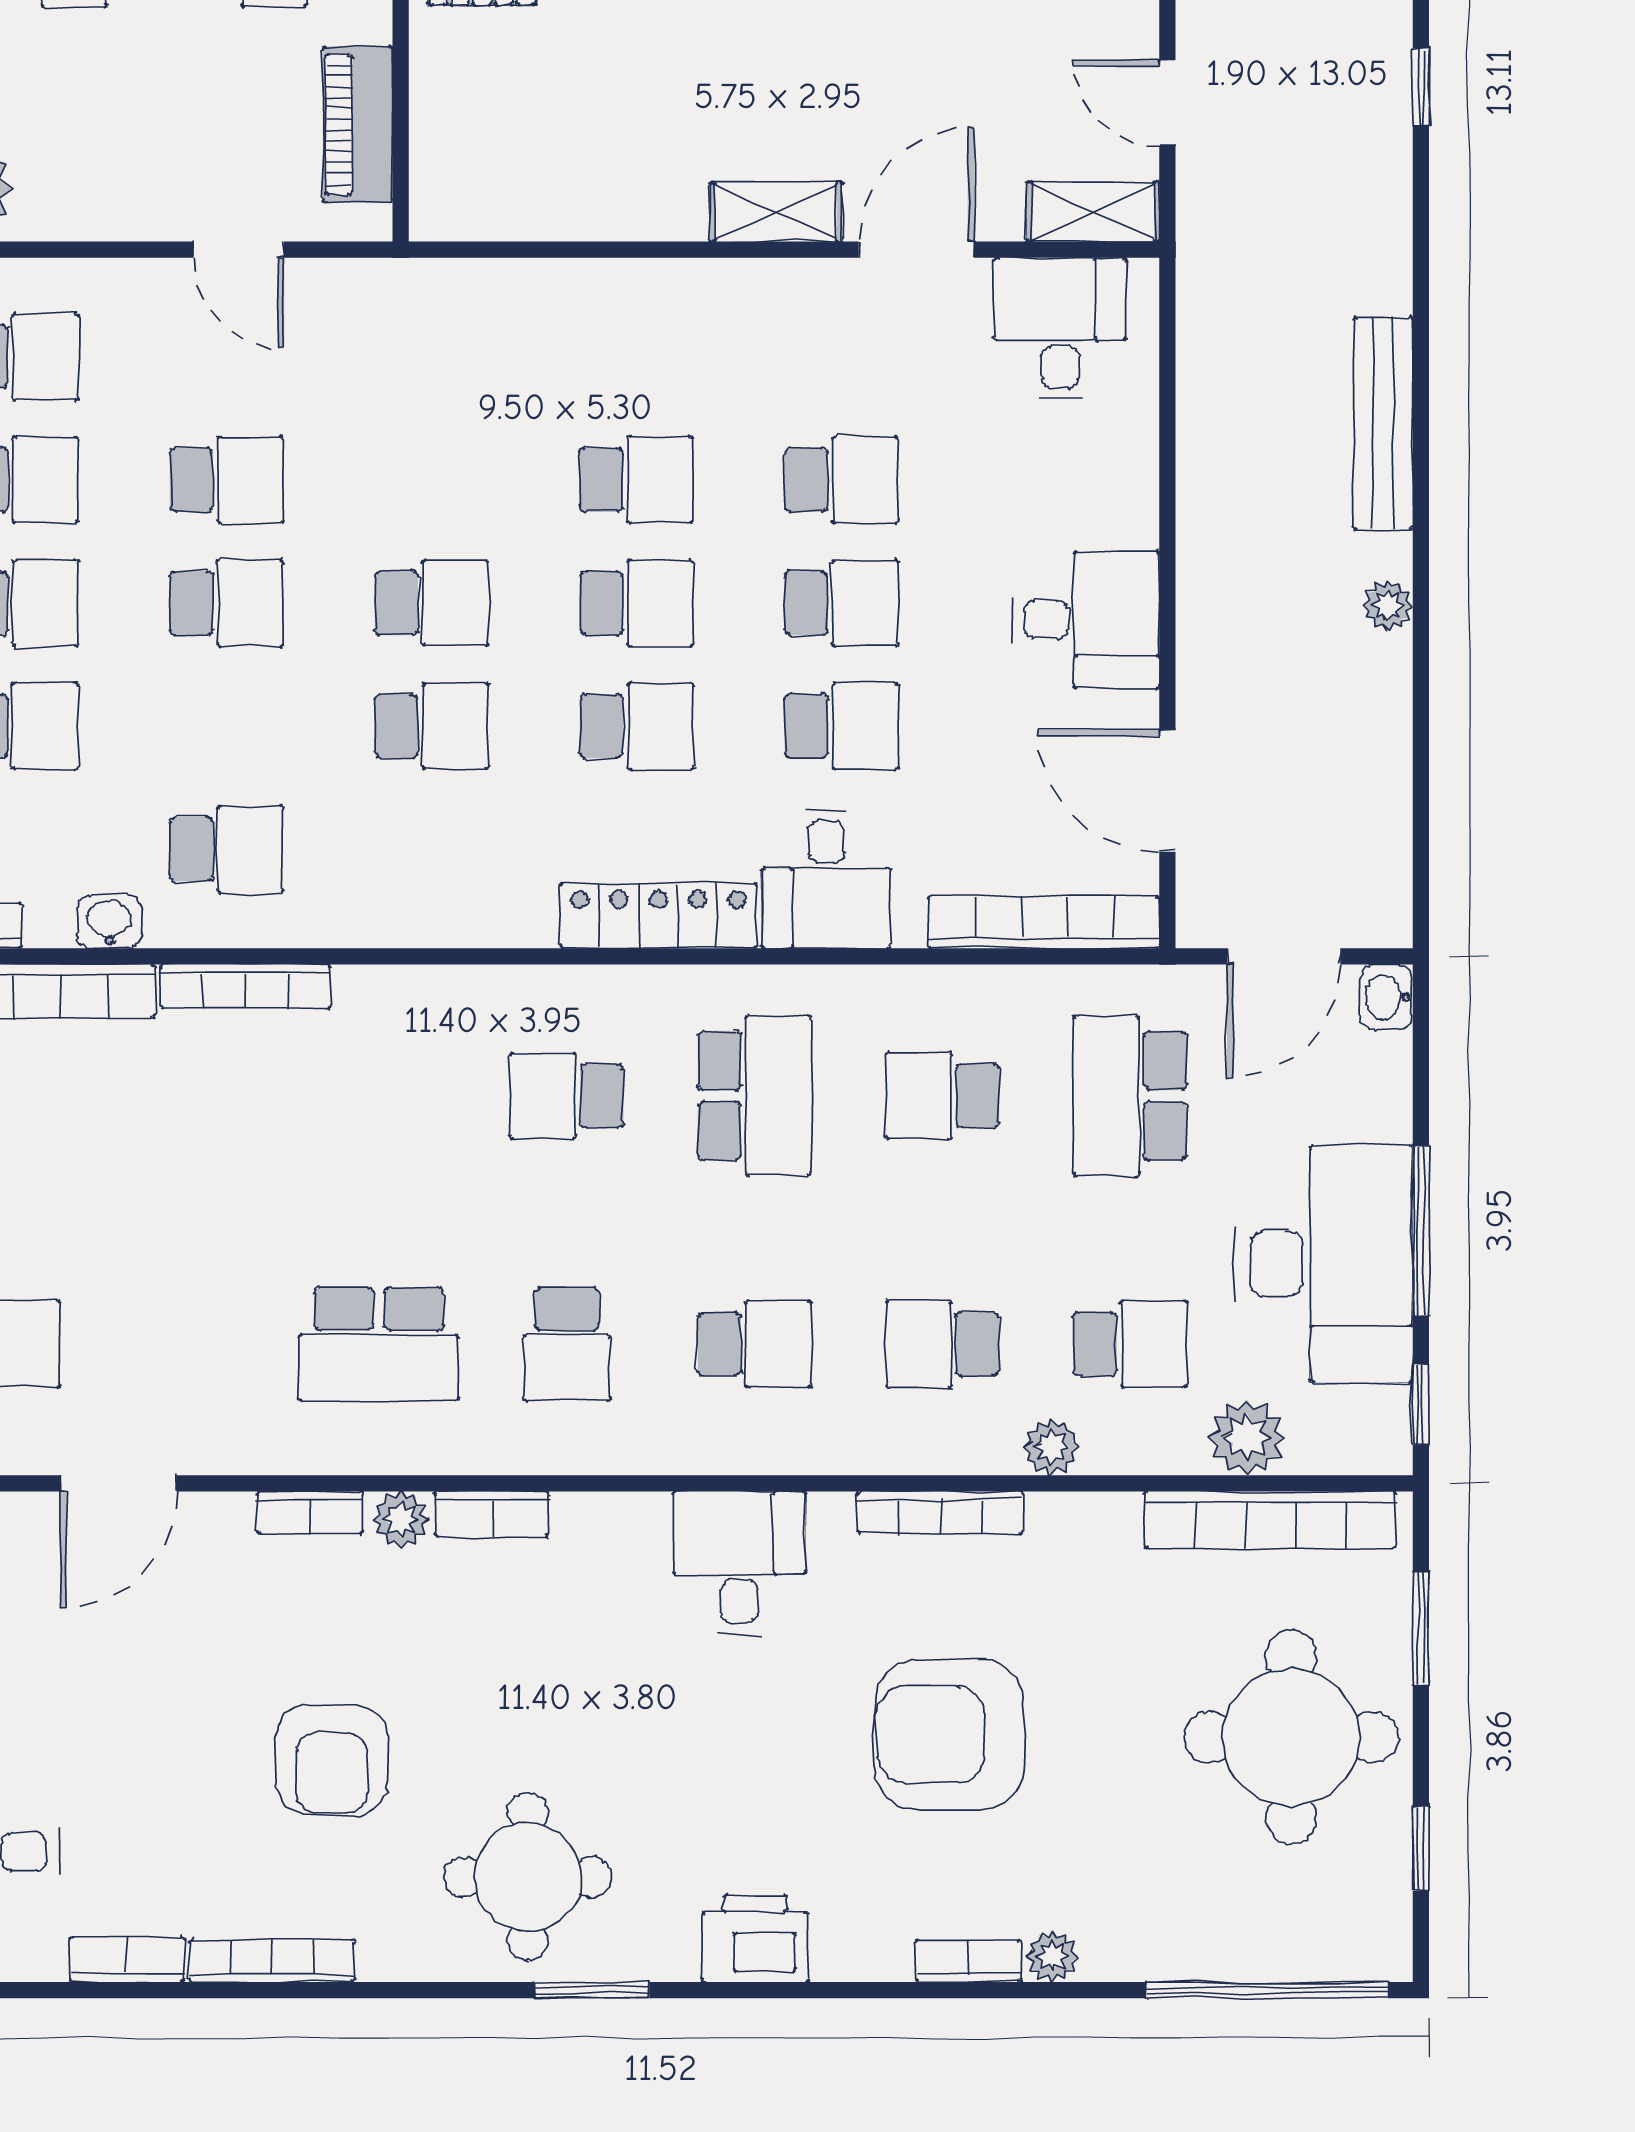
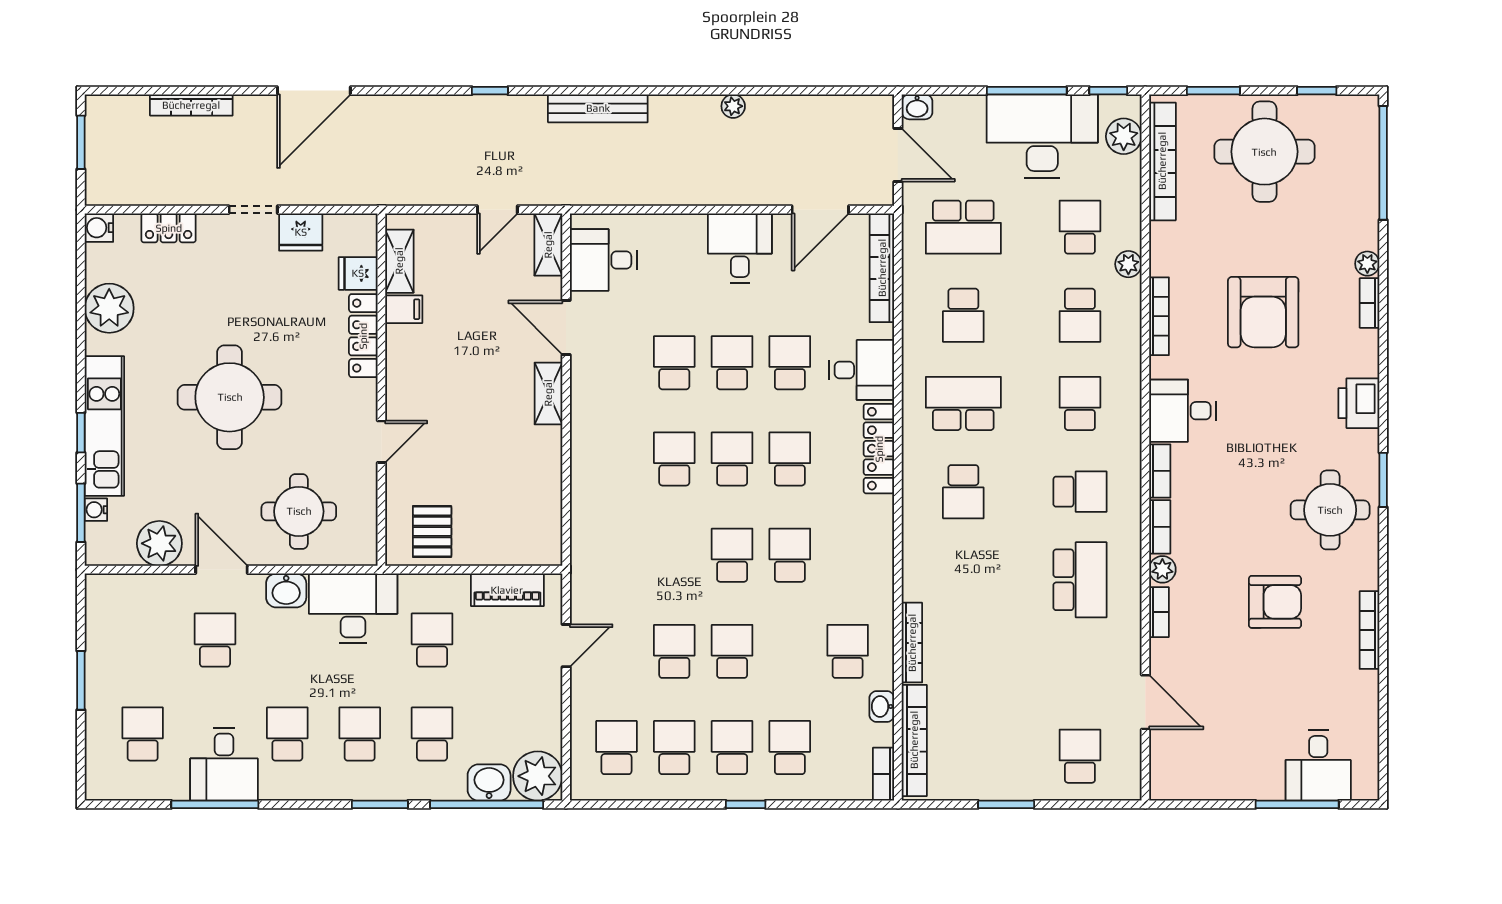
bench: (1383, 423) -> (598, 108), moved
plant: (1247, 1437) -> (1124, 136), moved
bookcase: (127, 1959) -> (1160, 471), moved, turned 180

